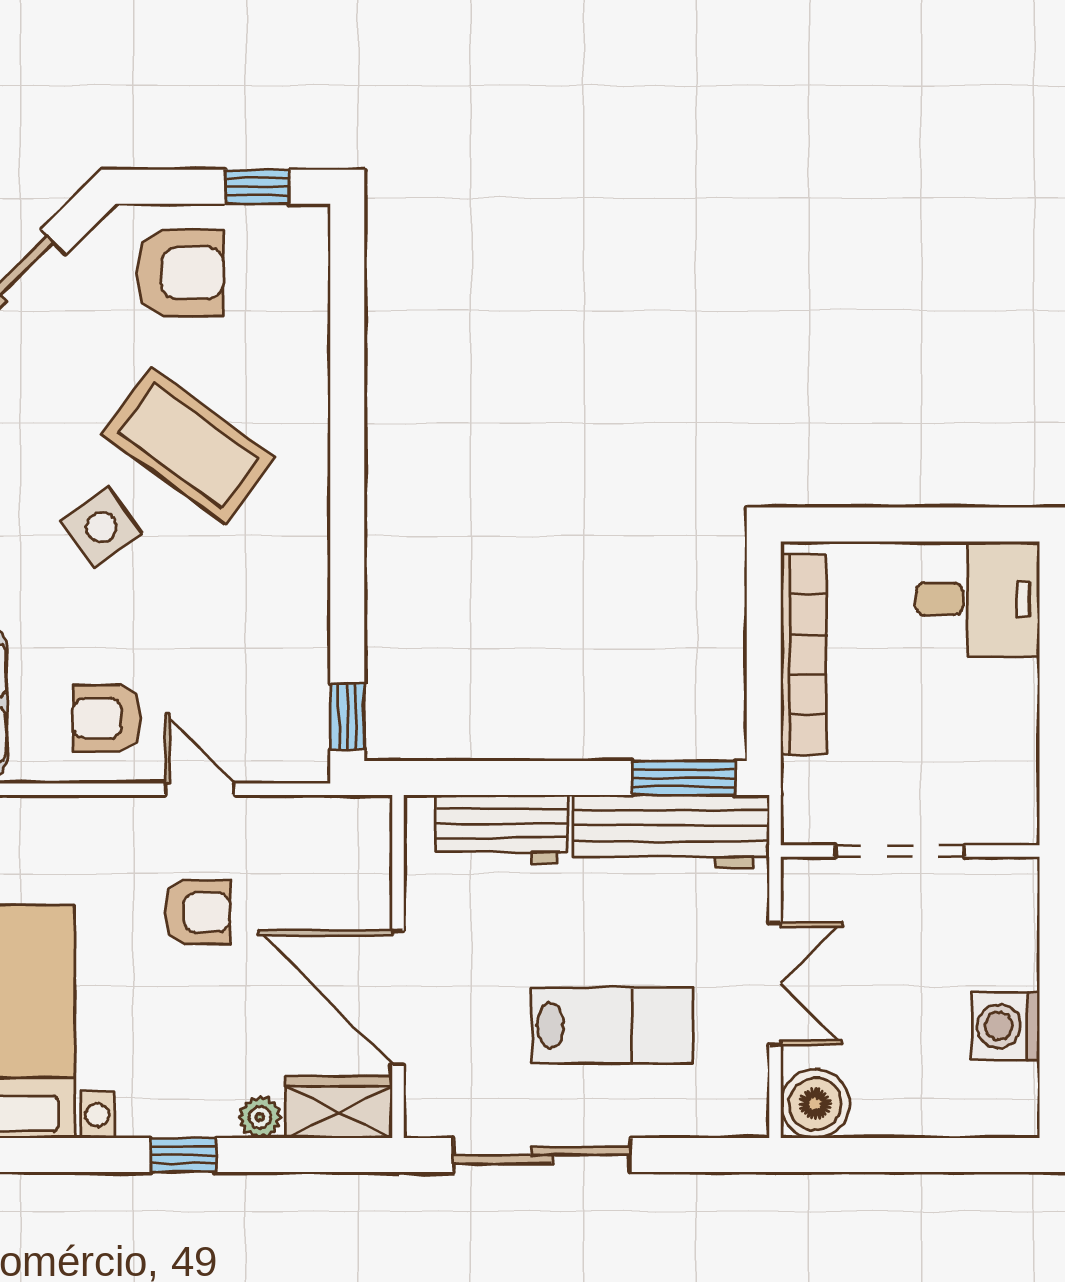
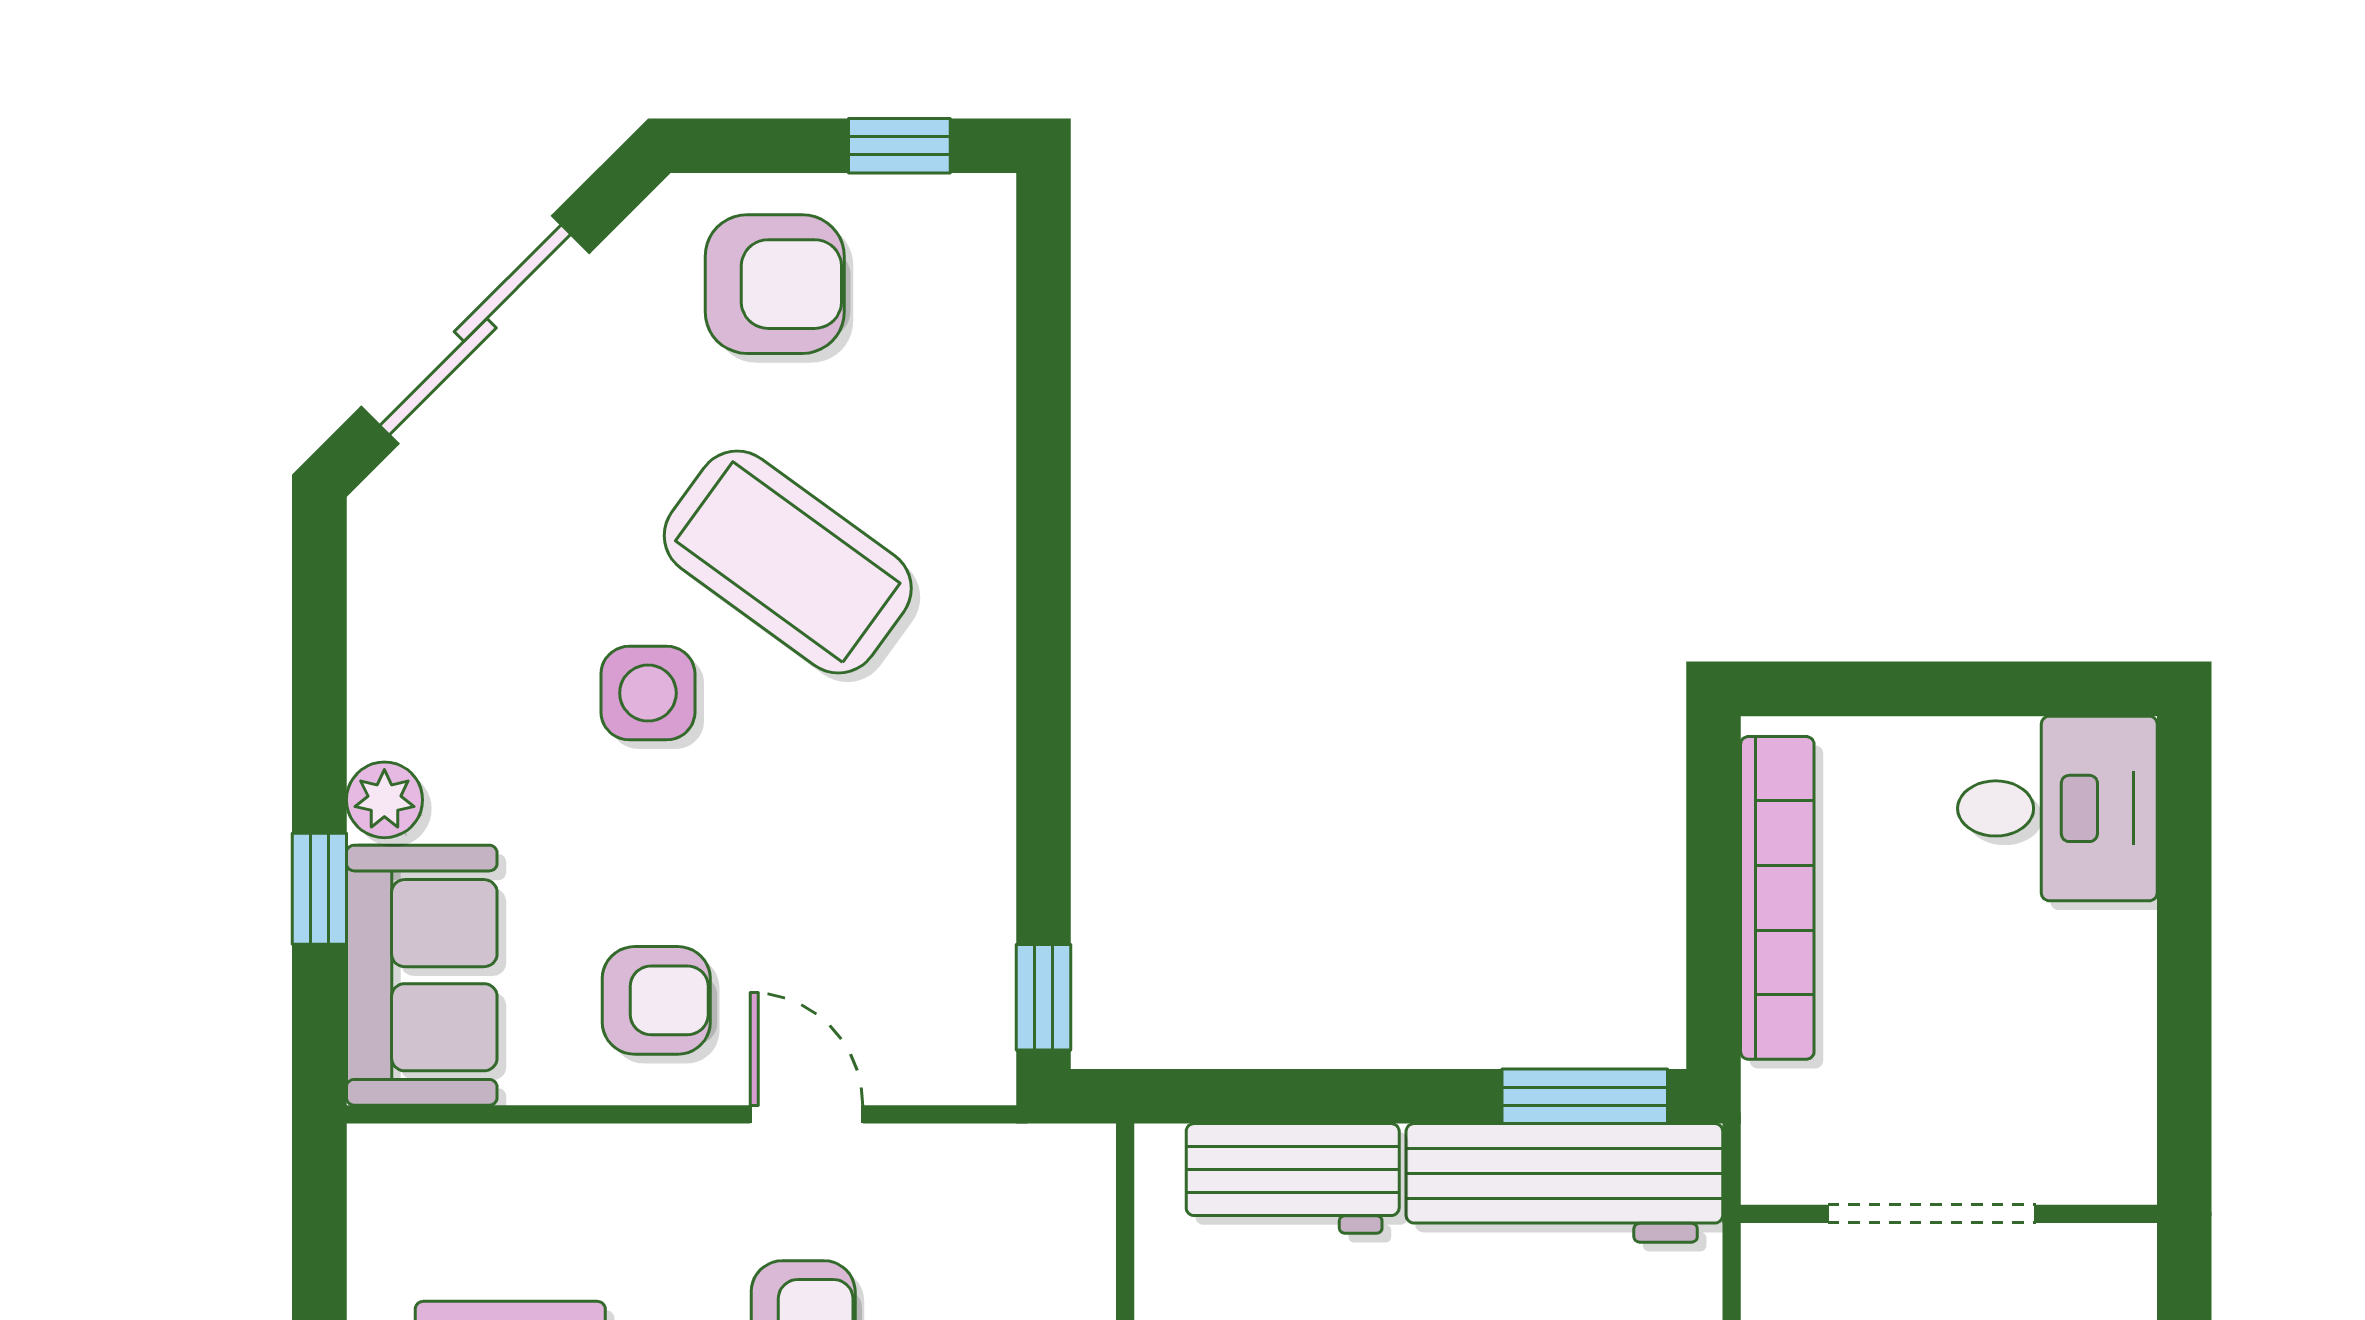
side table: (101, 527) -> (648, 693), turned 36
armchair: (106, 718) -> (656, 1000), turned 180

